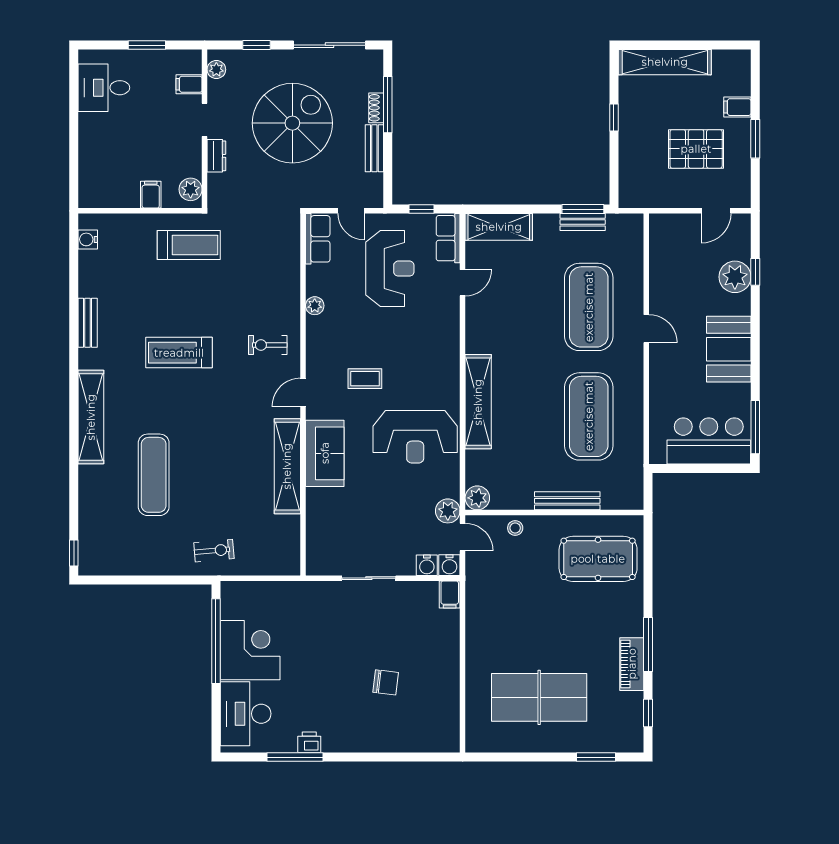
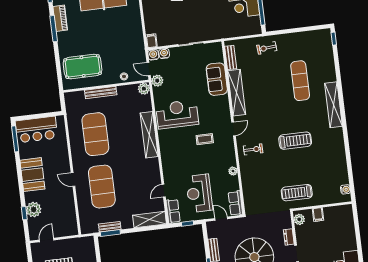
bench: (88, 323) -> (231, 57), moved
sofa: (325, 453) -> (217, 79), moved

